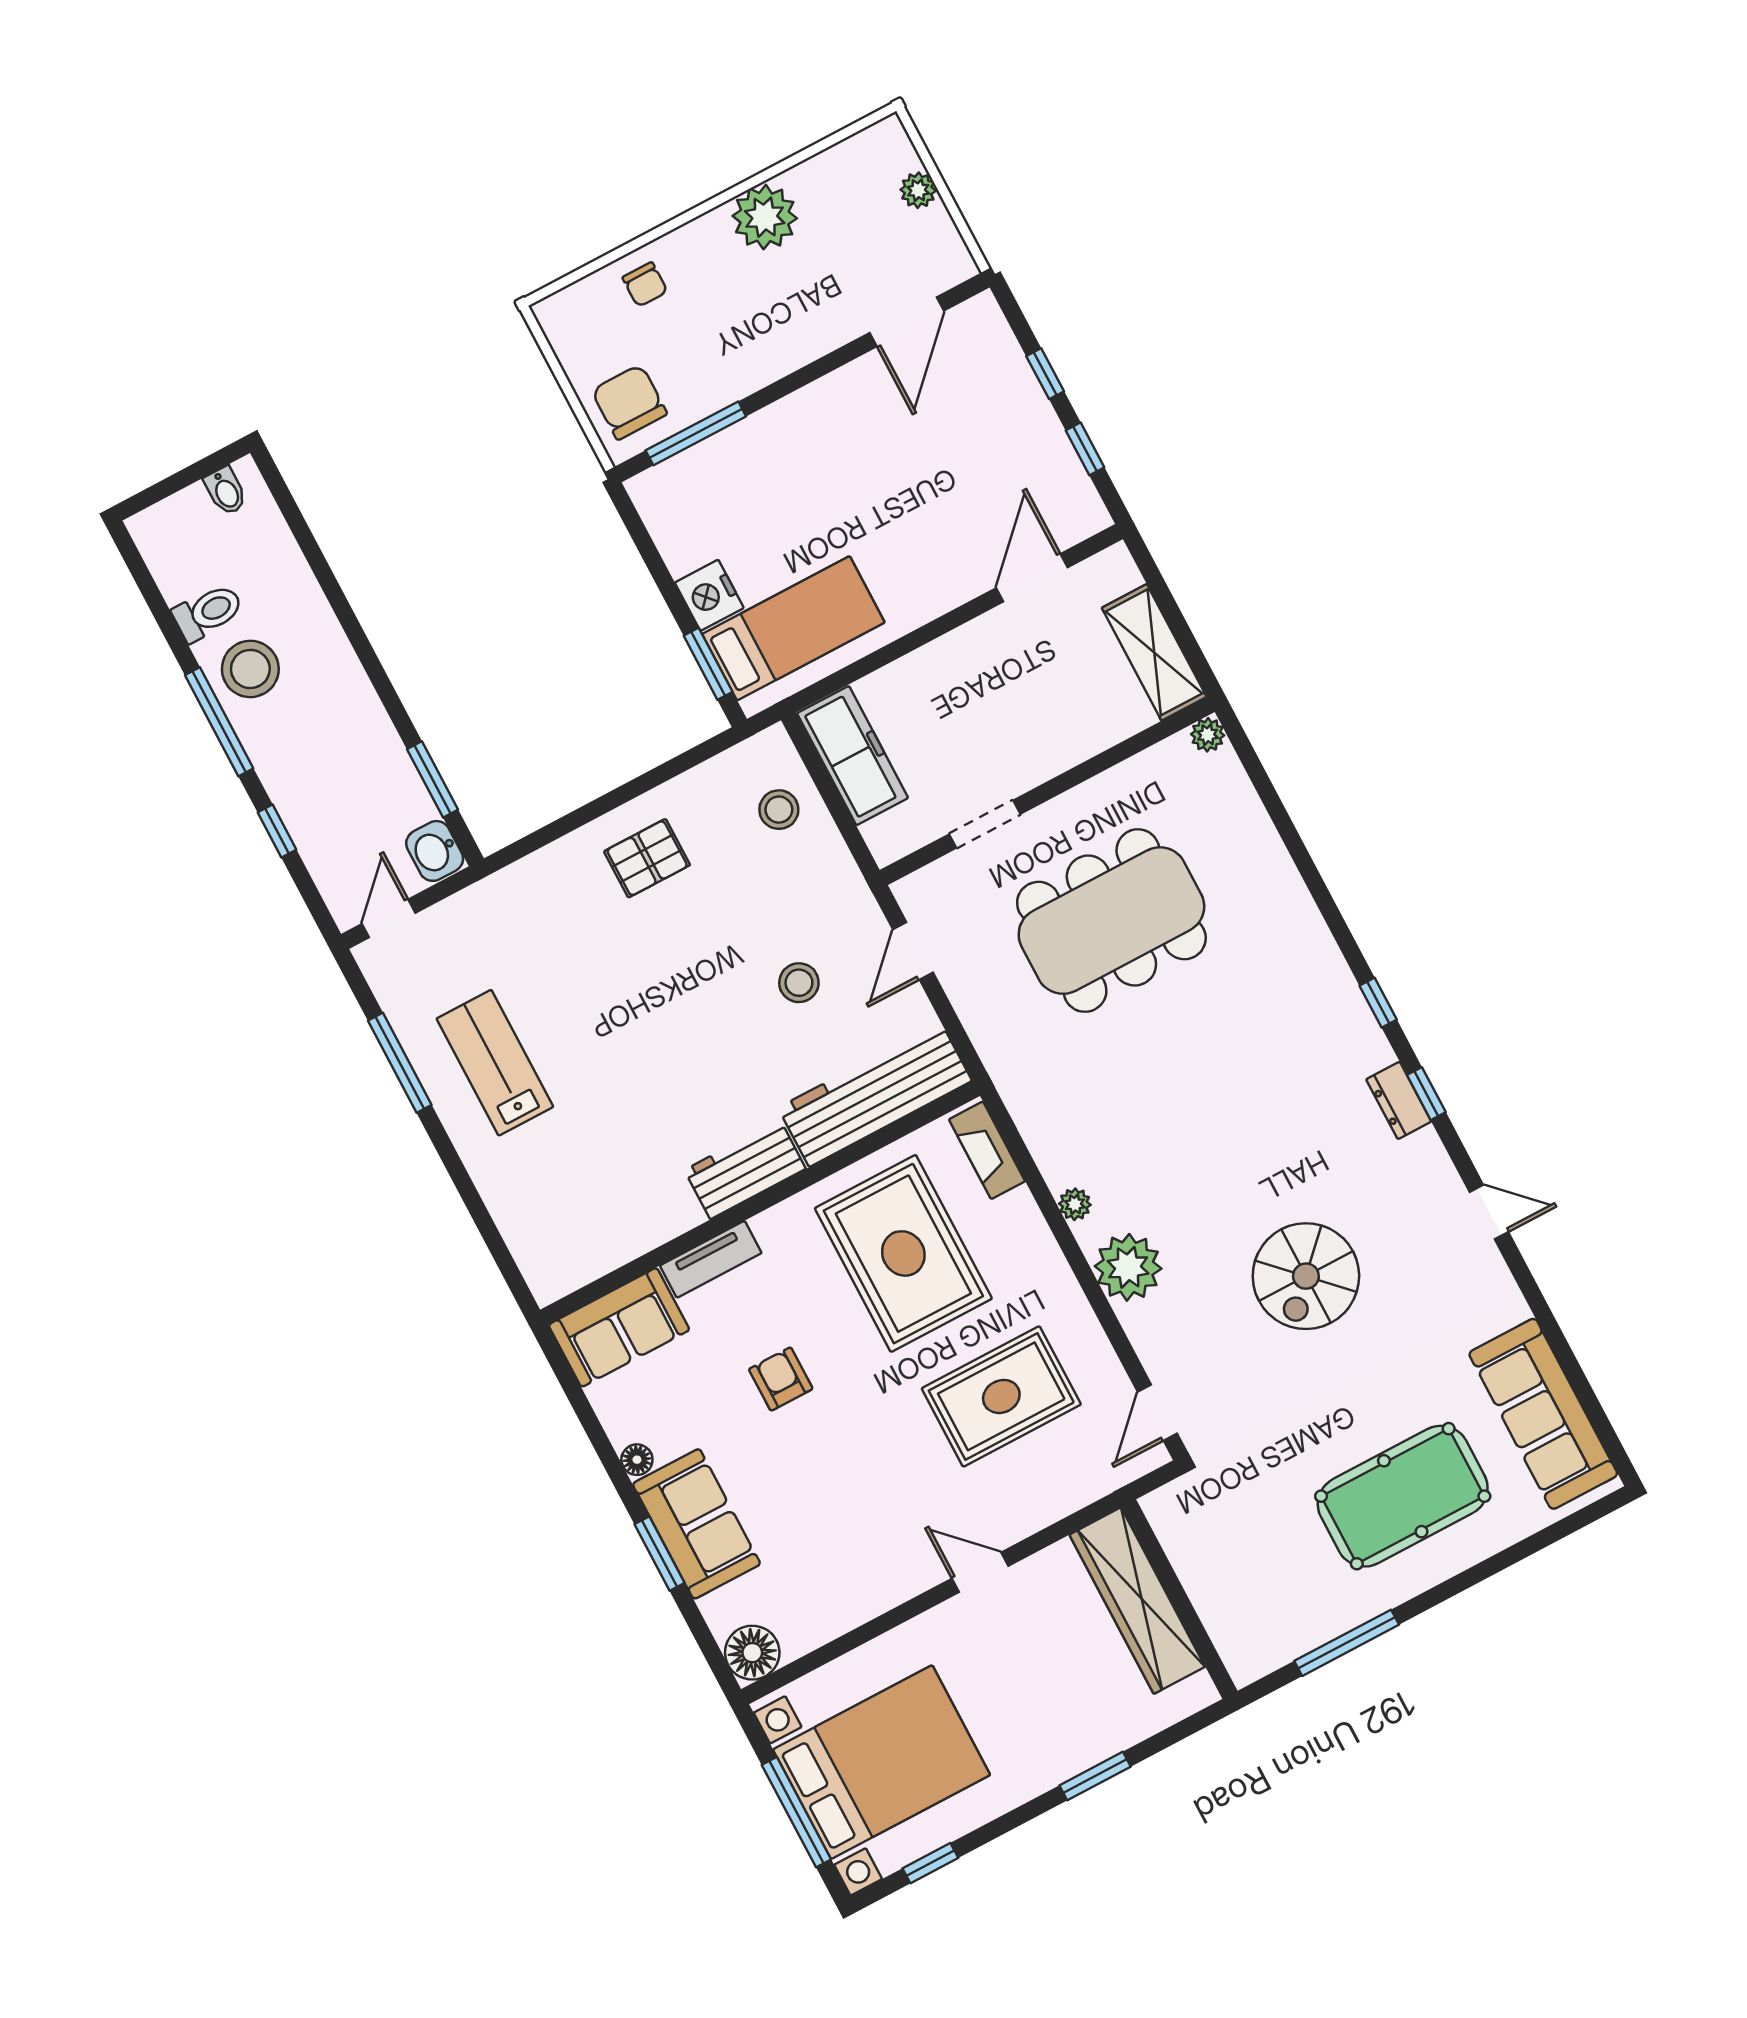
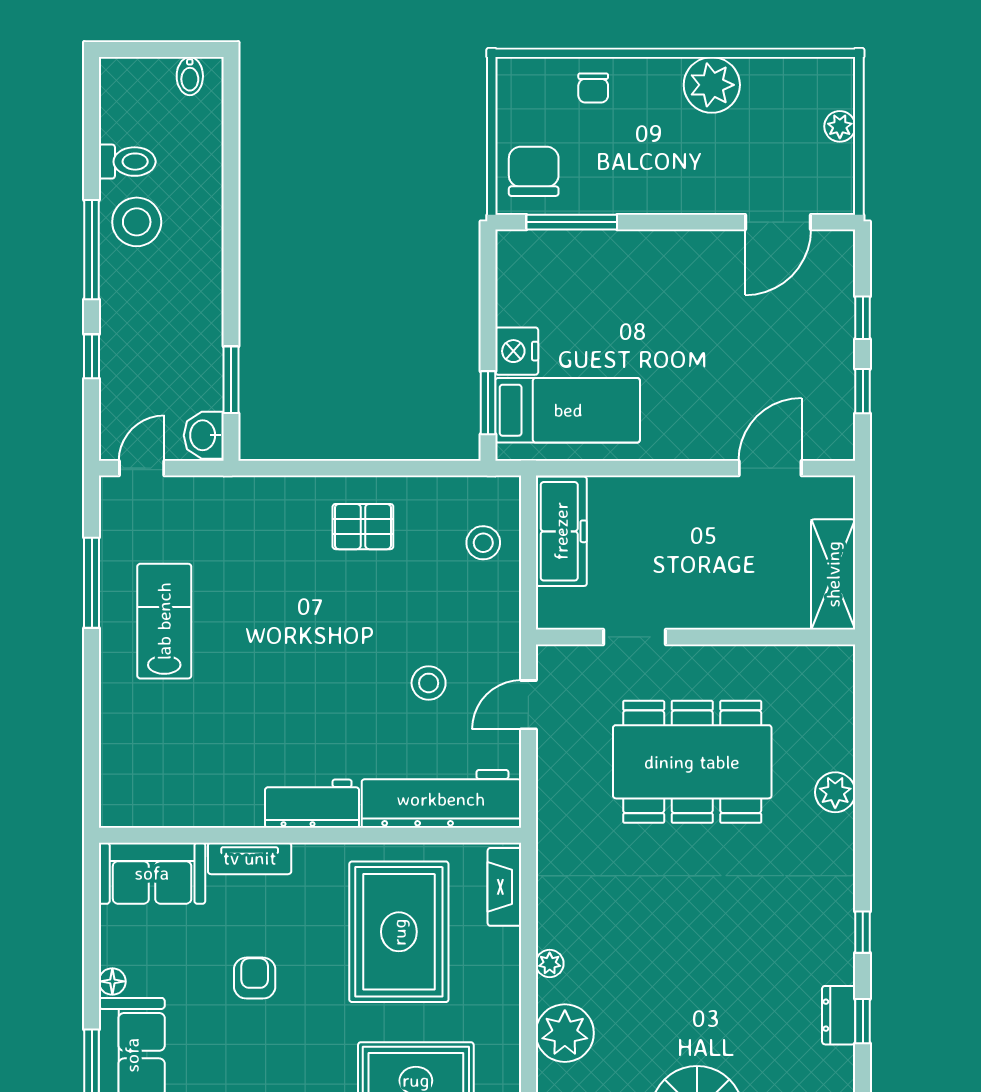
plant: (1208, 735) -> (835, 792), moved, width x1.38, depth x1.38

